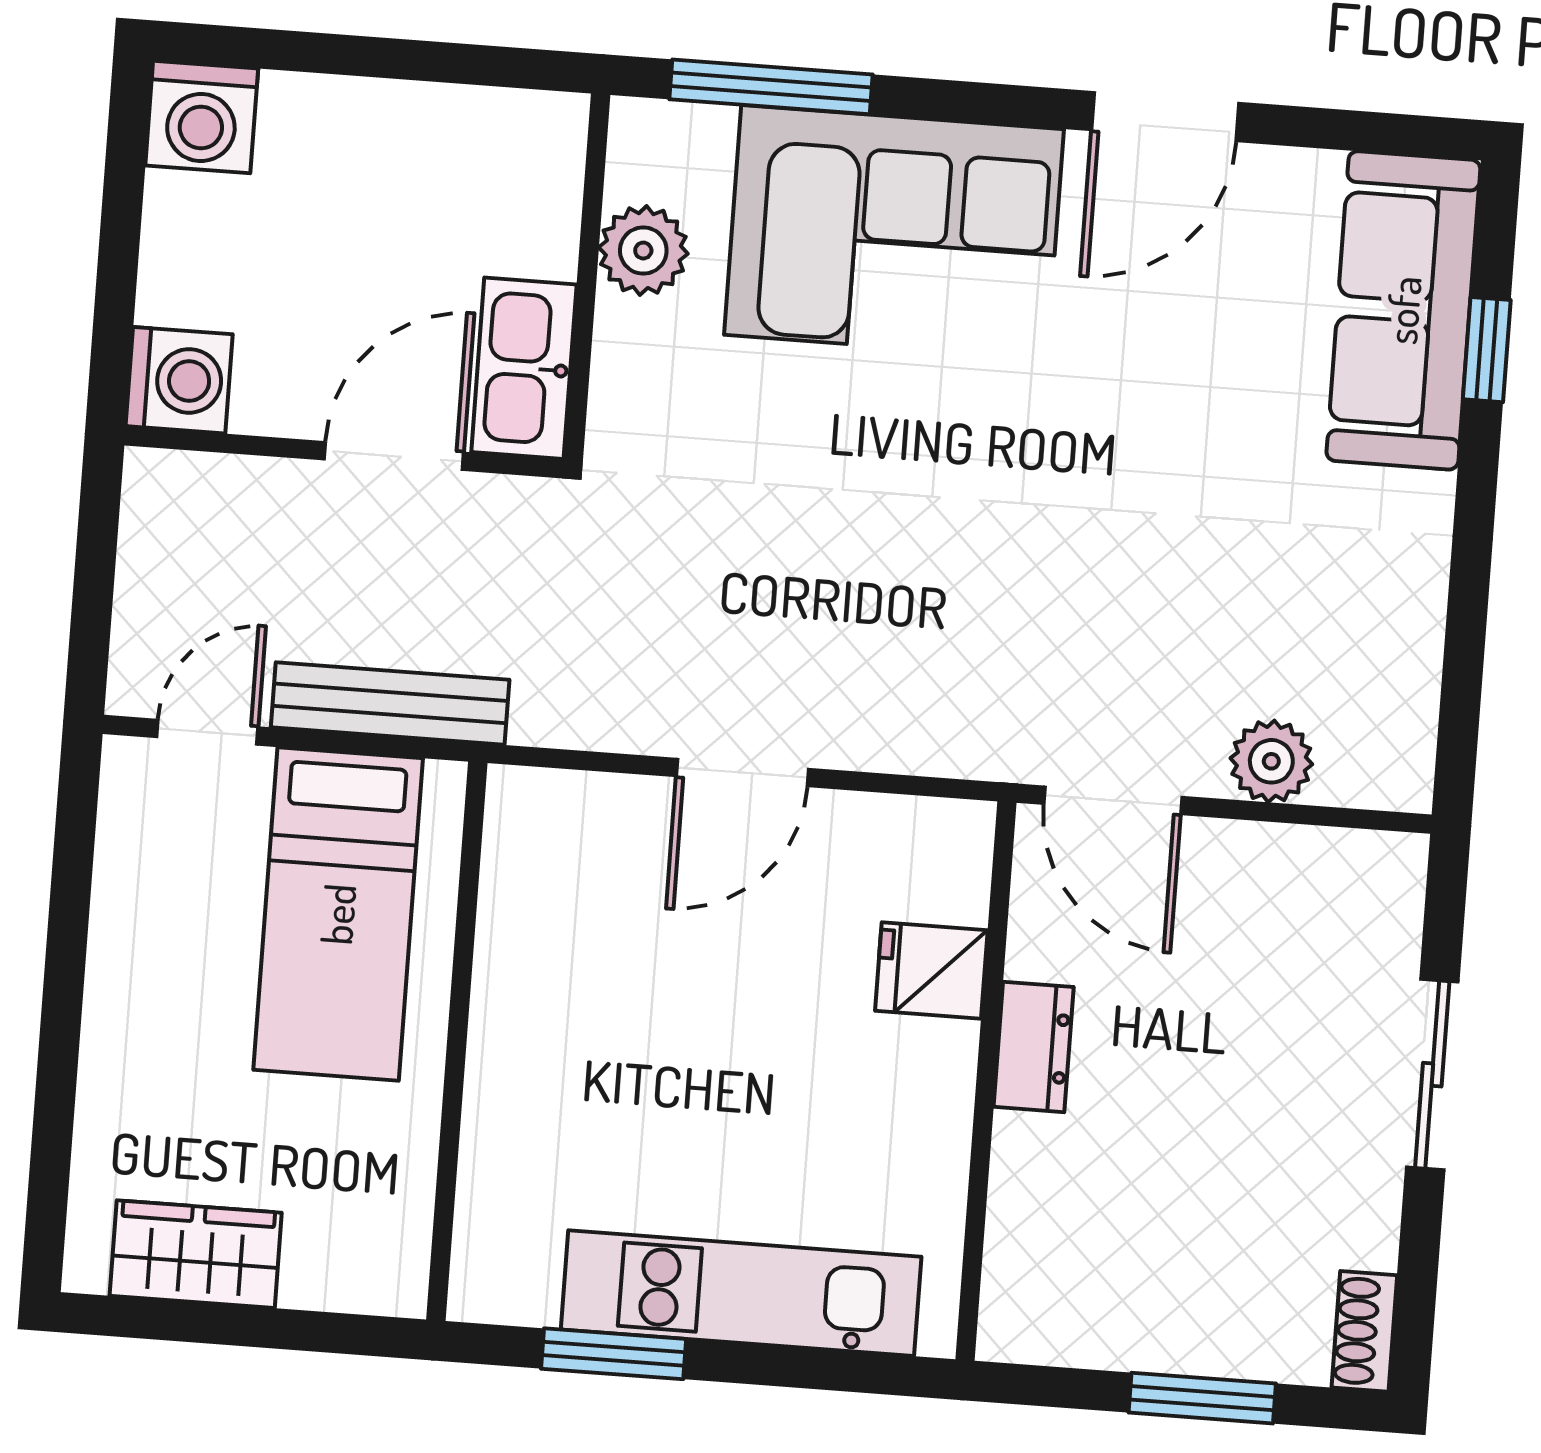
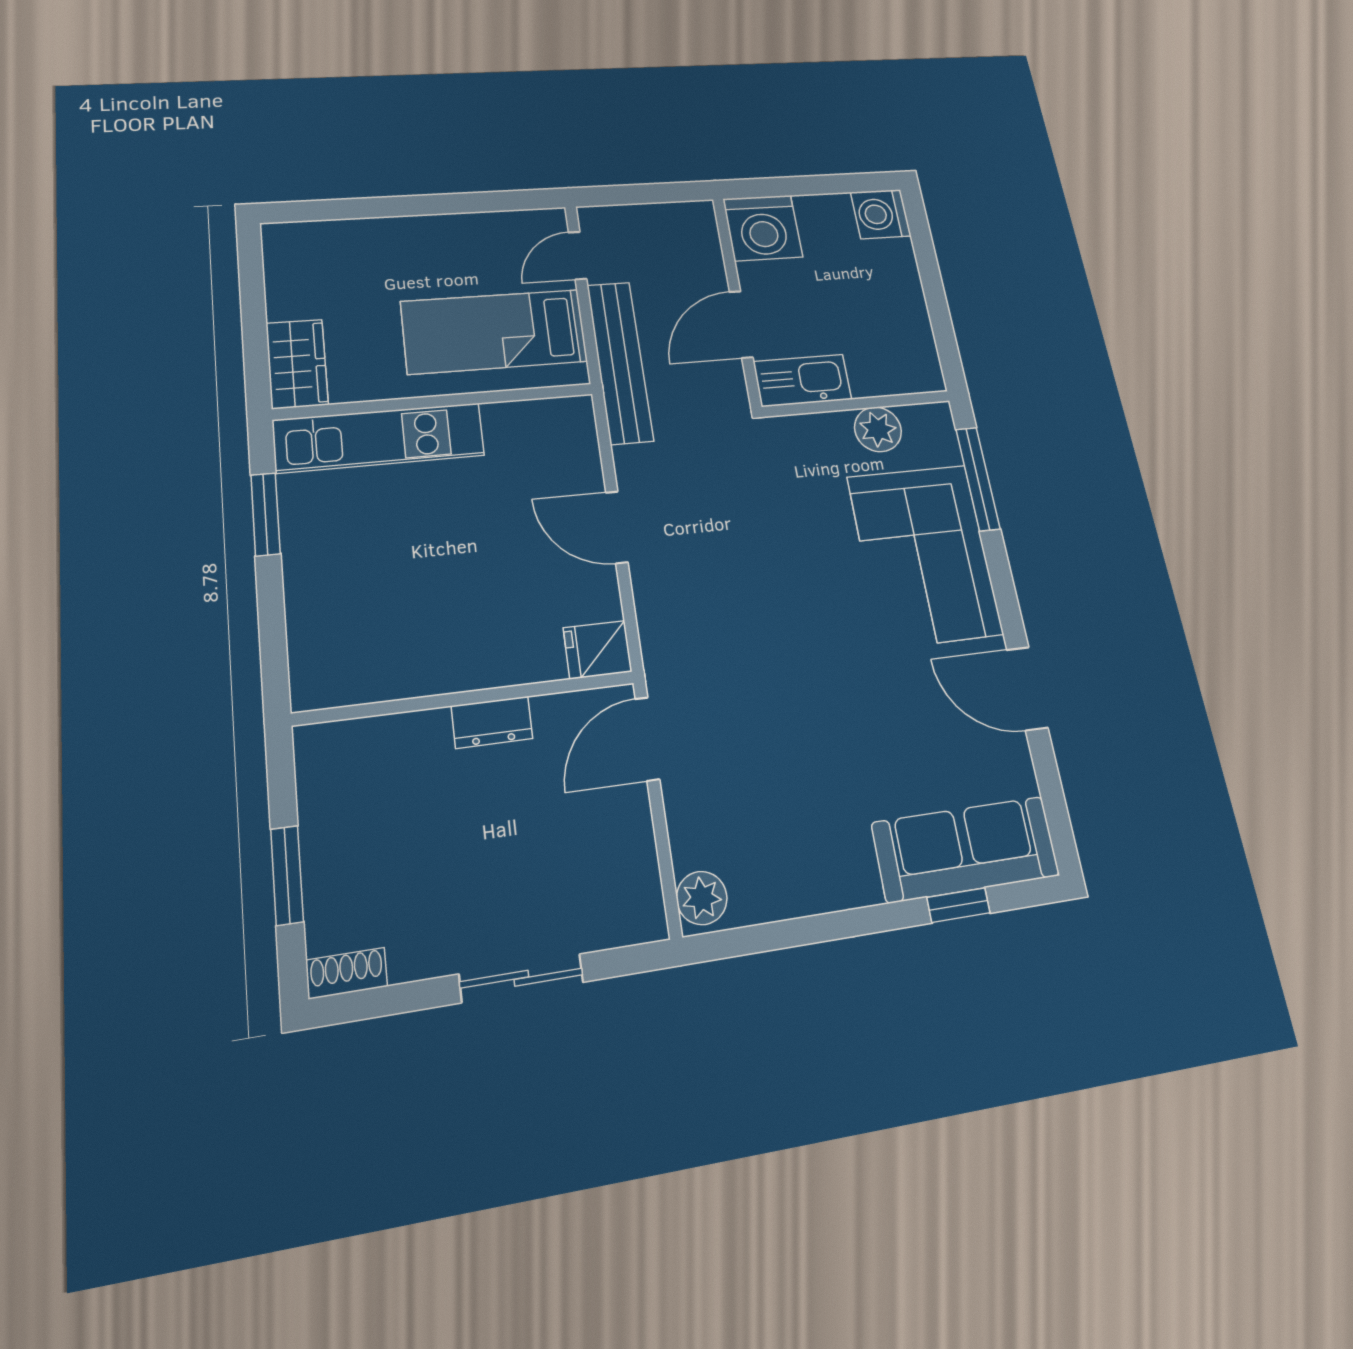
washing machine: (179, 380) -> (763, 228), width x1.37, depth x1.37
door: (394, 456) -> (741, 324), swing flipped
bench: (390, 703) -> (620, 362), width x1.37, depth x1.21
door: (207, 732) -> (578, 256), swing flipped
plant: (1271, 761) -> (702, 898), moved
fridge: (931, 971) -> (598, 650), moved, turned -90
wardrobe: (196, 1254) -> (297, 364), moved
kitchen unit: (741, 1293) -> (379, 438), moved, turned 90

